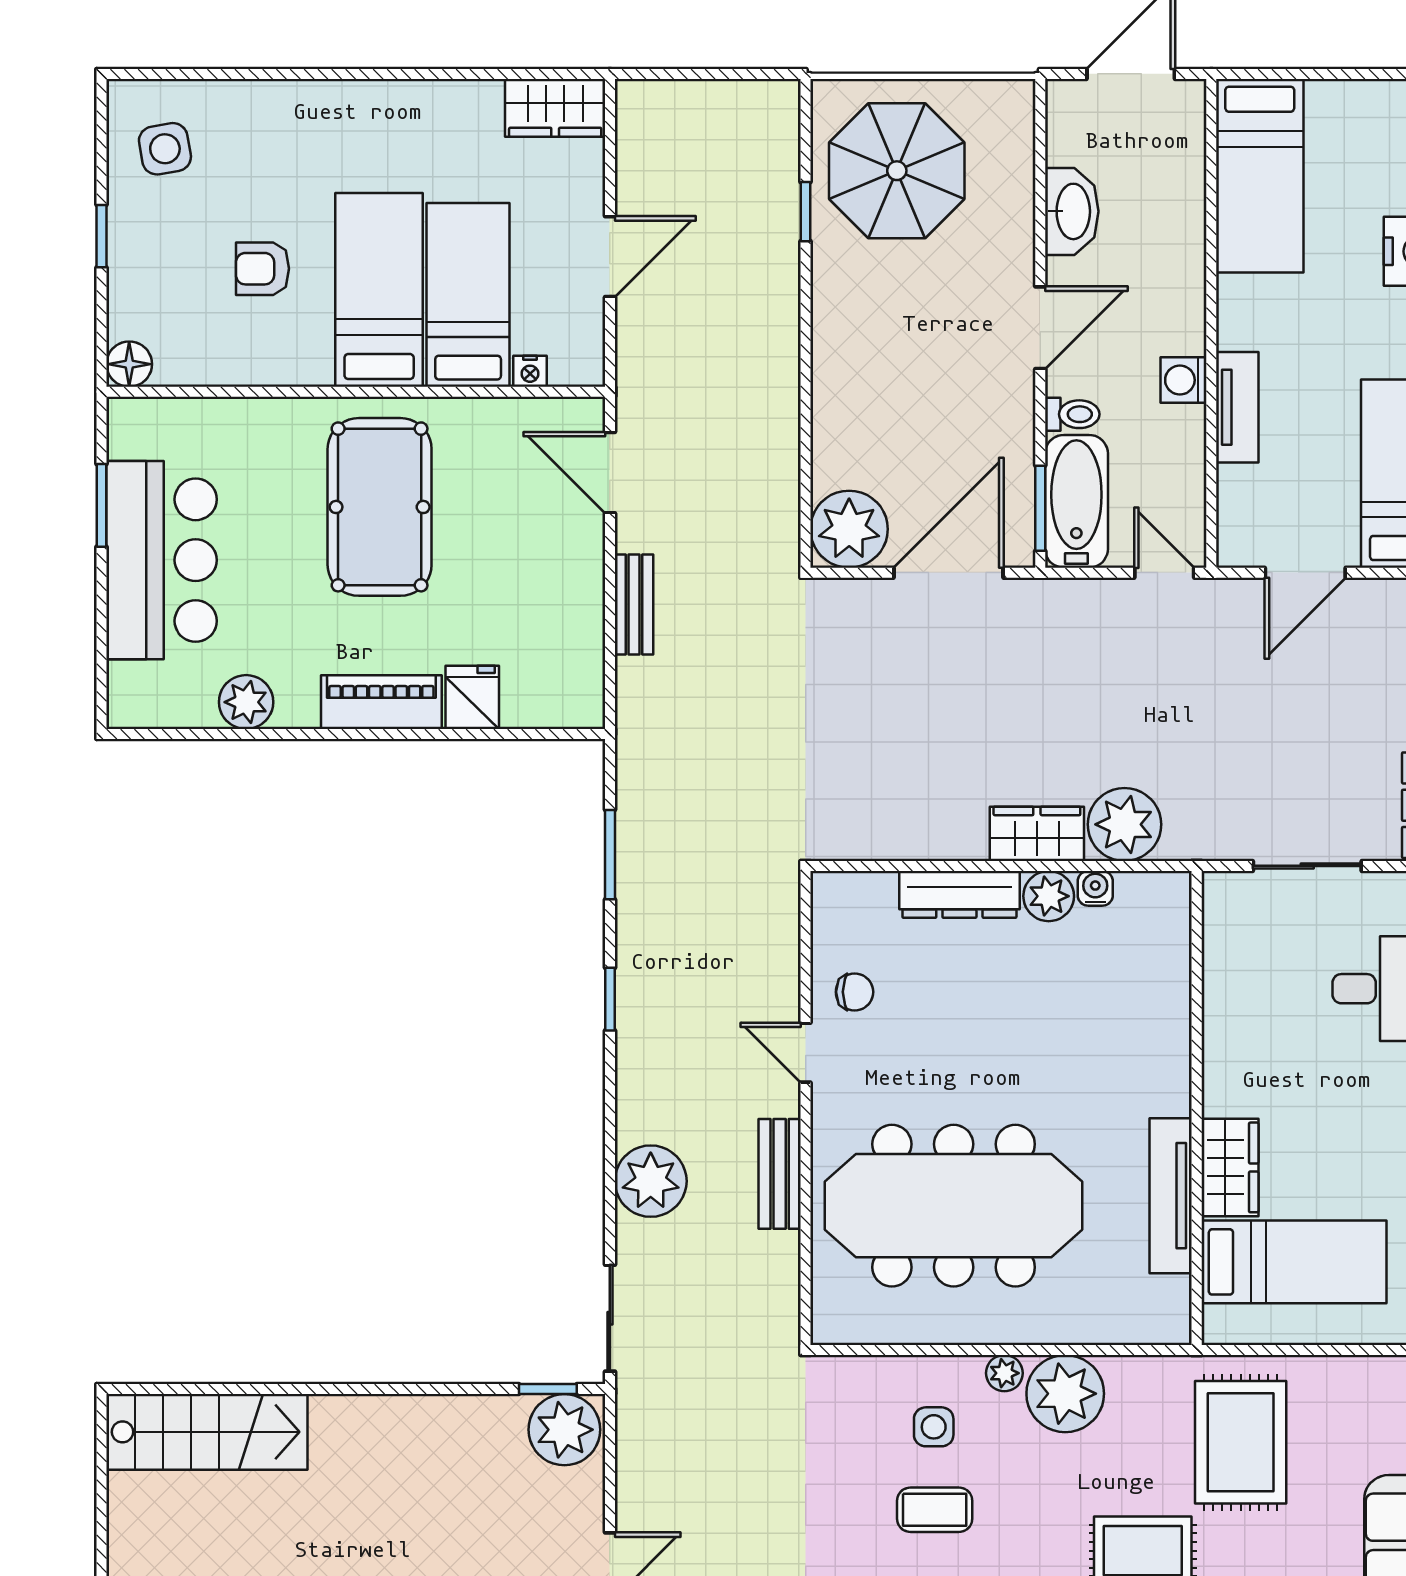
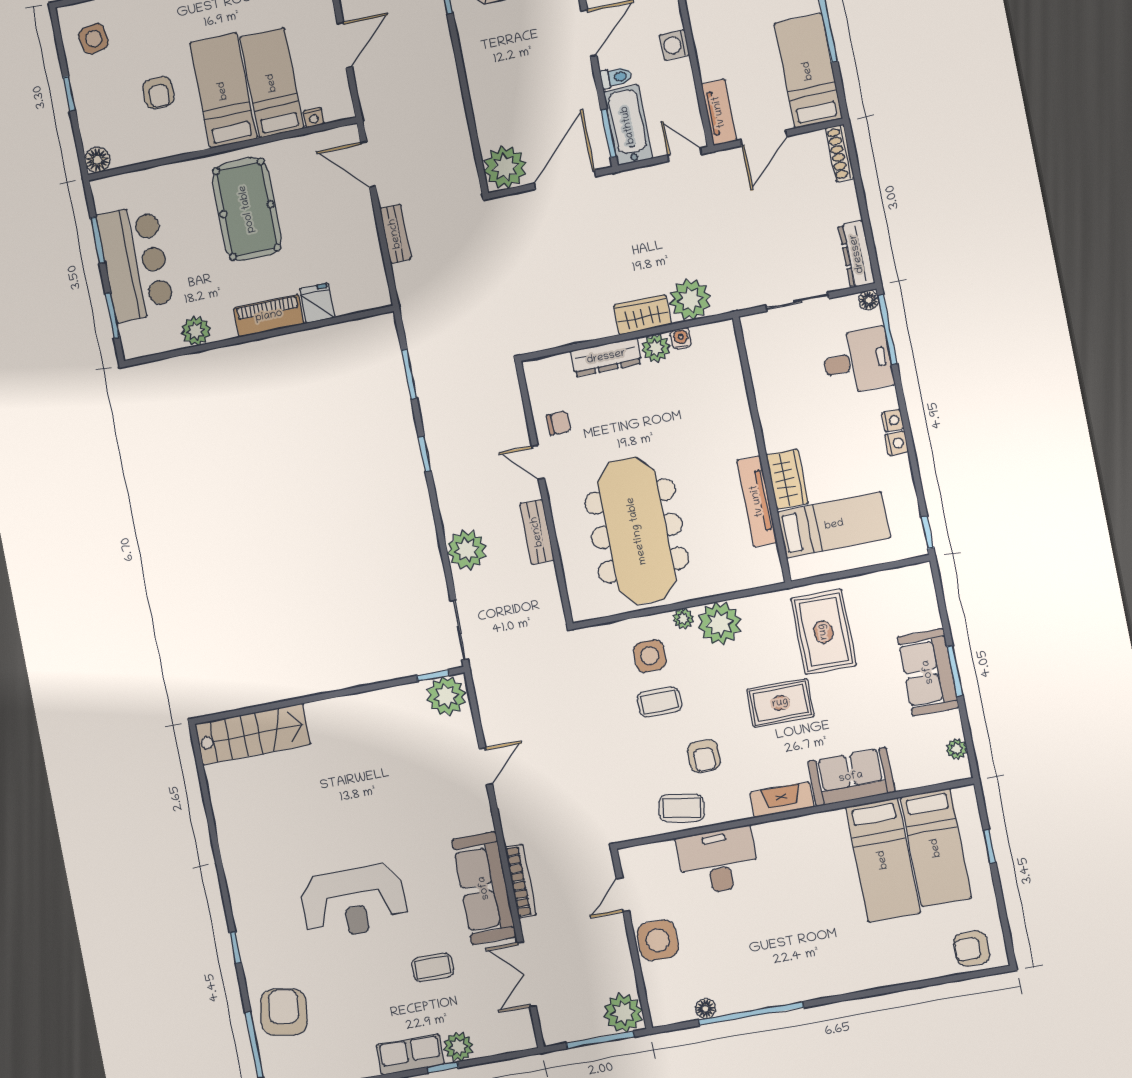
armchair: (262, 269) -> (158, 93), turned -90
tv unit: (1237, 407) -> (719, 112), moved
window: (102, 644) -> (112, 316), added
meeting table: (954, 1206) -> (637, 531), turned 90
side table: (934, 1427) -> (650, 656), width x1.37, depth x1.37

